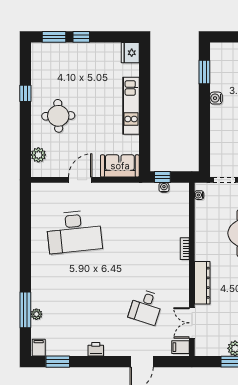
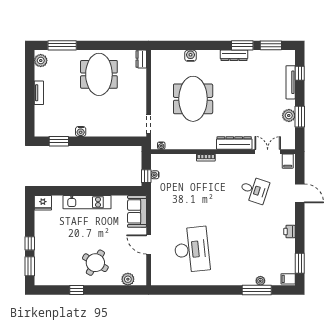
round table: (58, 116) -> (95, 263), turned 32
double door: (192, 323) -> (268, 152), swing flipped

